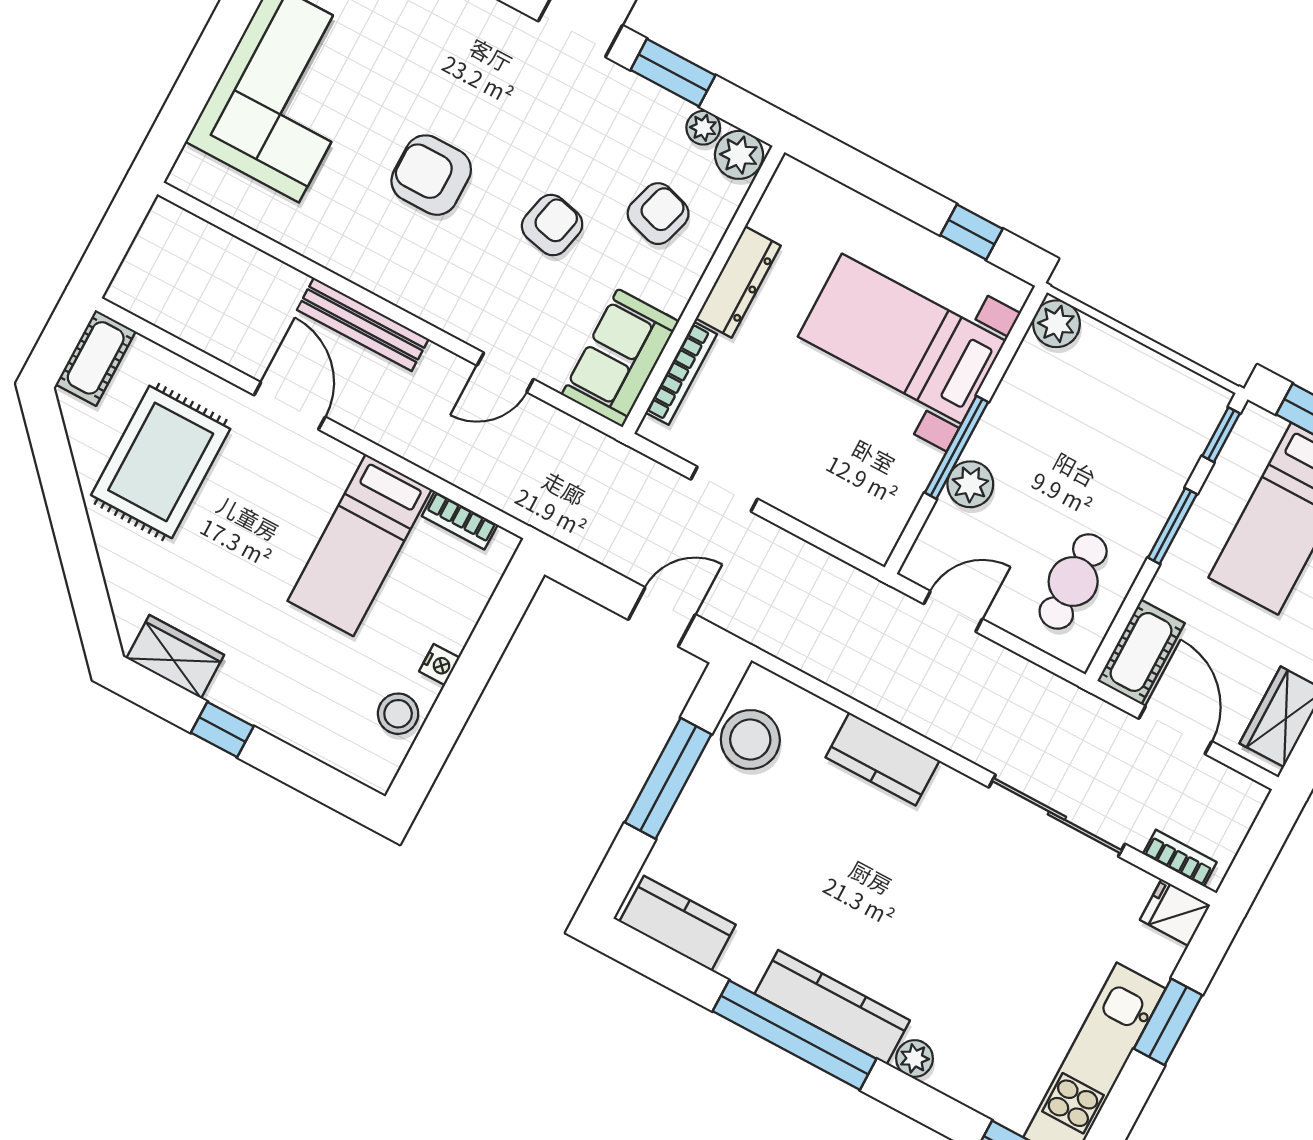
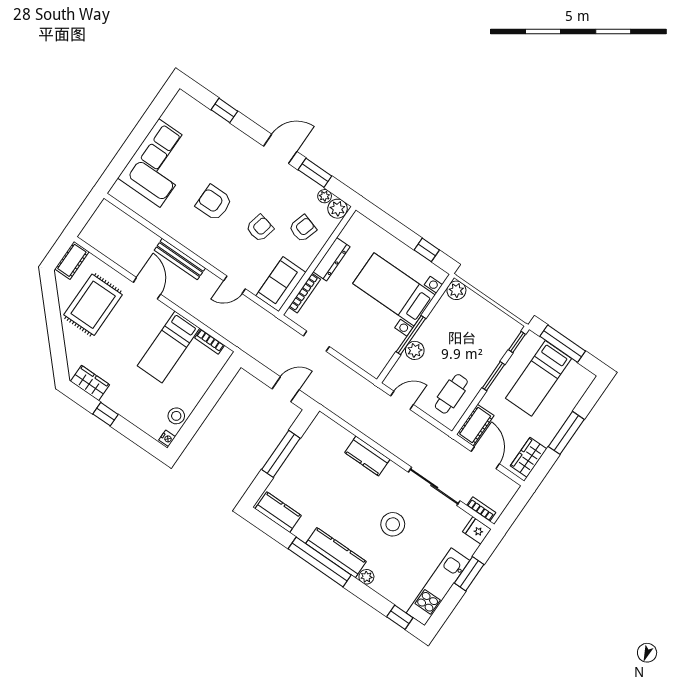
nightstand: (439, 665) -> (167, 438), moved
stool: (750, 739) -> (393, 524), moved

